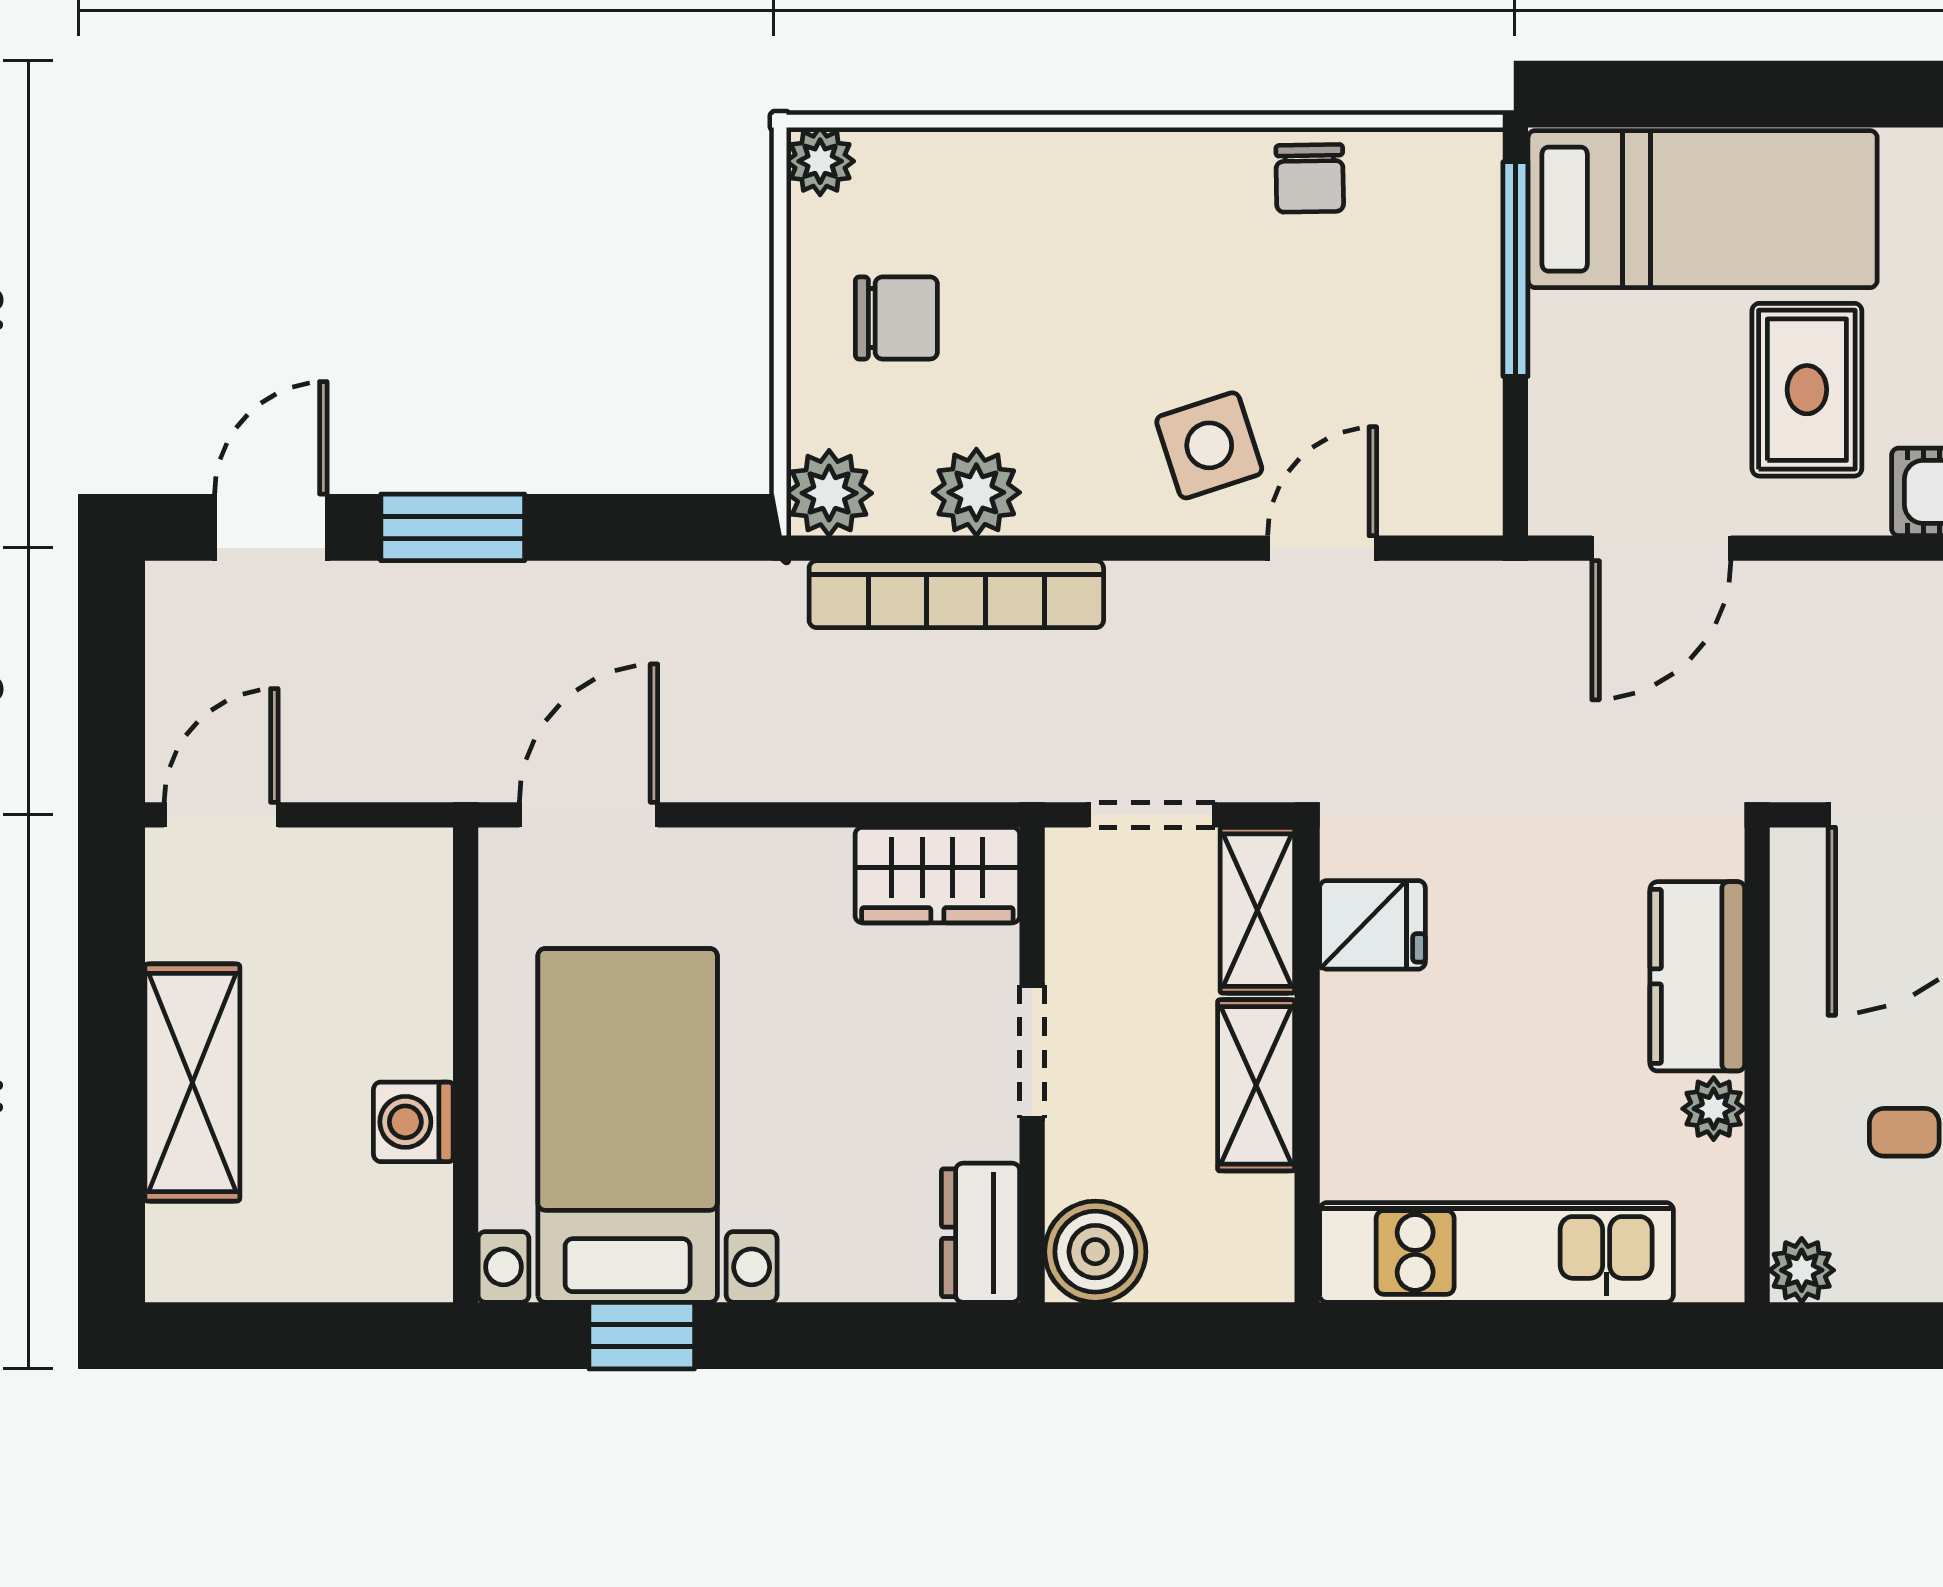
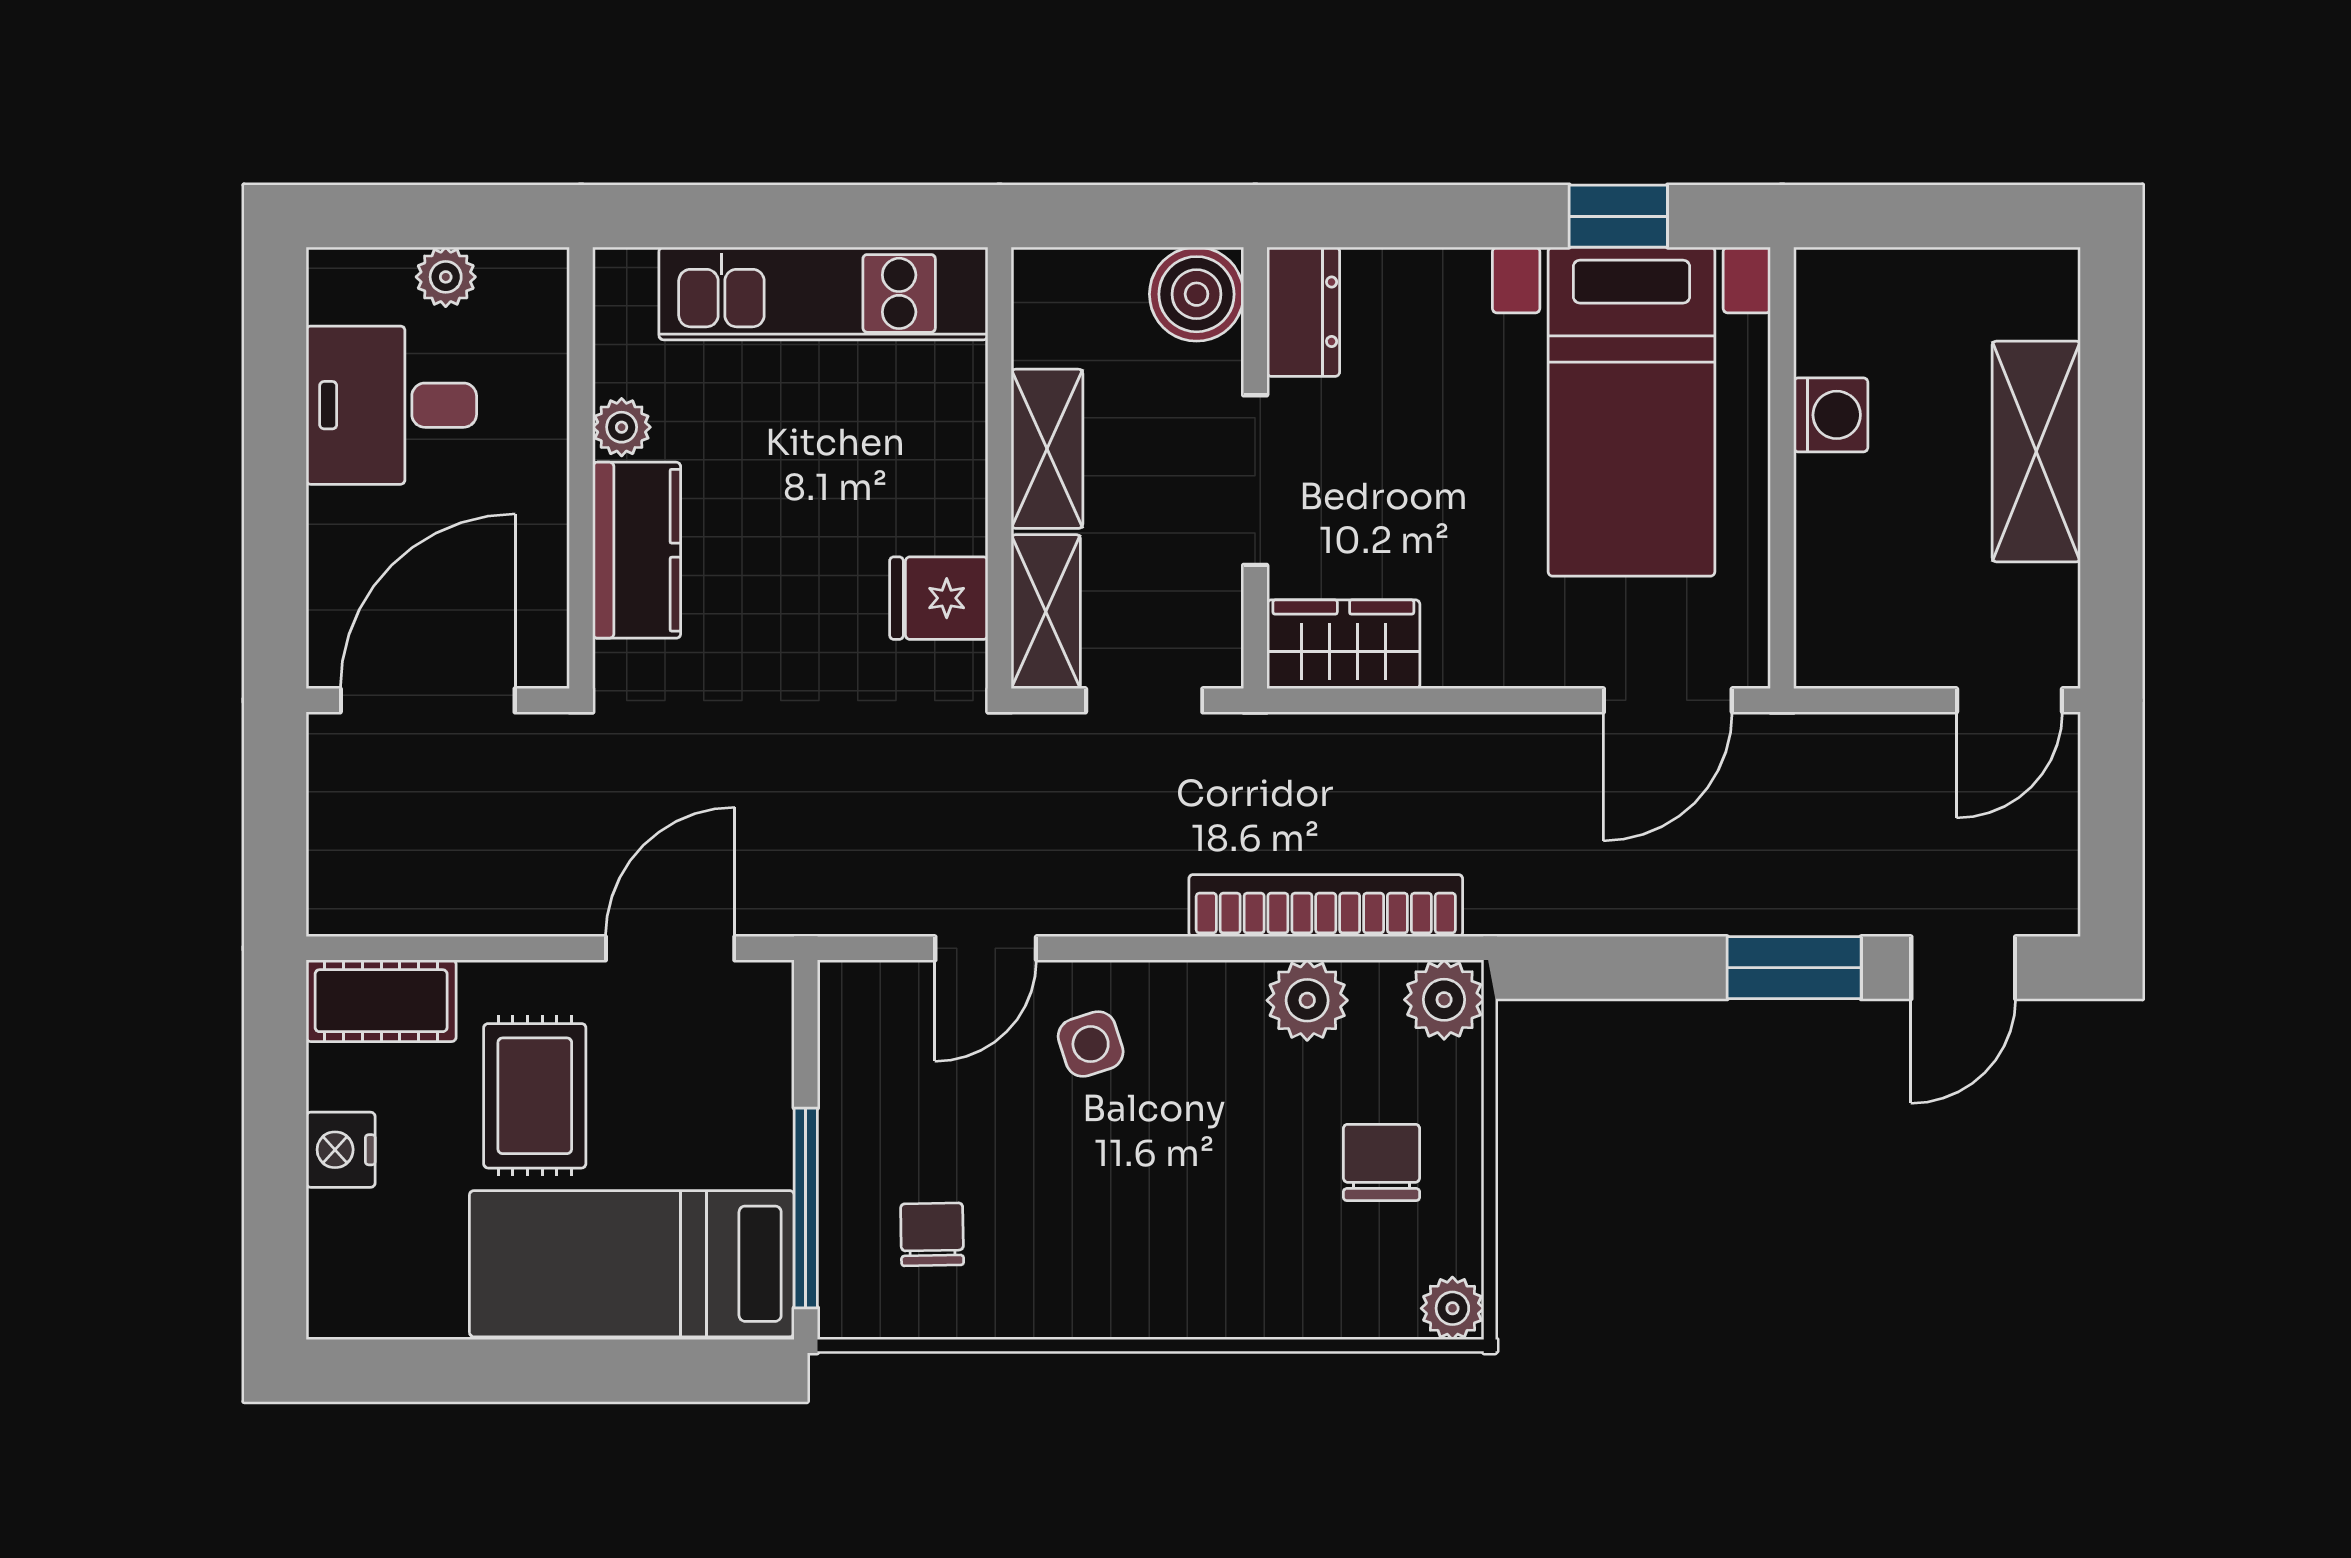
chair: (1310, 178) -> (932, 1234), moved
chair: (896, 318) -> (1382, 1162), turned 90
side table: (1209, 445) -> (1091, 1044), width x0.73, depth x0.73
doorway: (1032, 1052) -> (1255, 480), width x1.38
plant: (1802, 1270) -> (446, 277), moved

